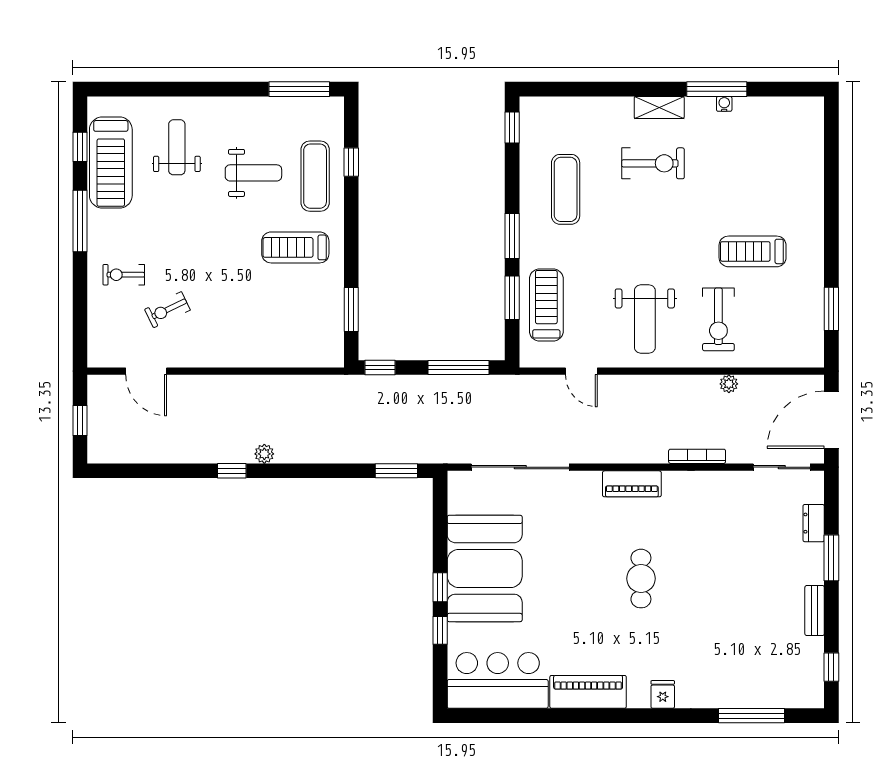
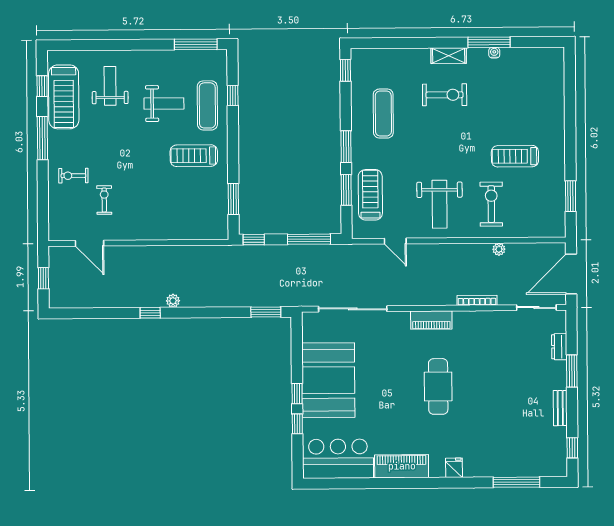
exercise bike: (167, 310) -> (104, 200), turned 116
exercise bike: (718, 319) -> (491, 204), turned 180
cafe table: (641, 579) -> (438, 386), width x1.37, depth x1.35

